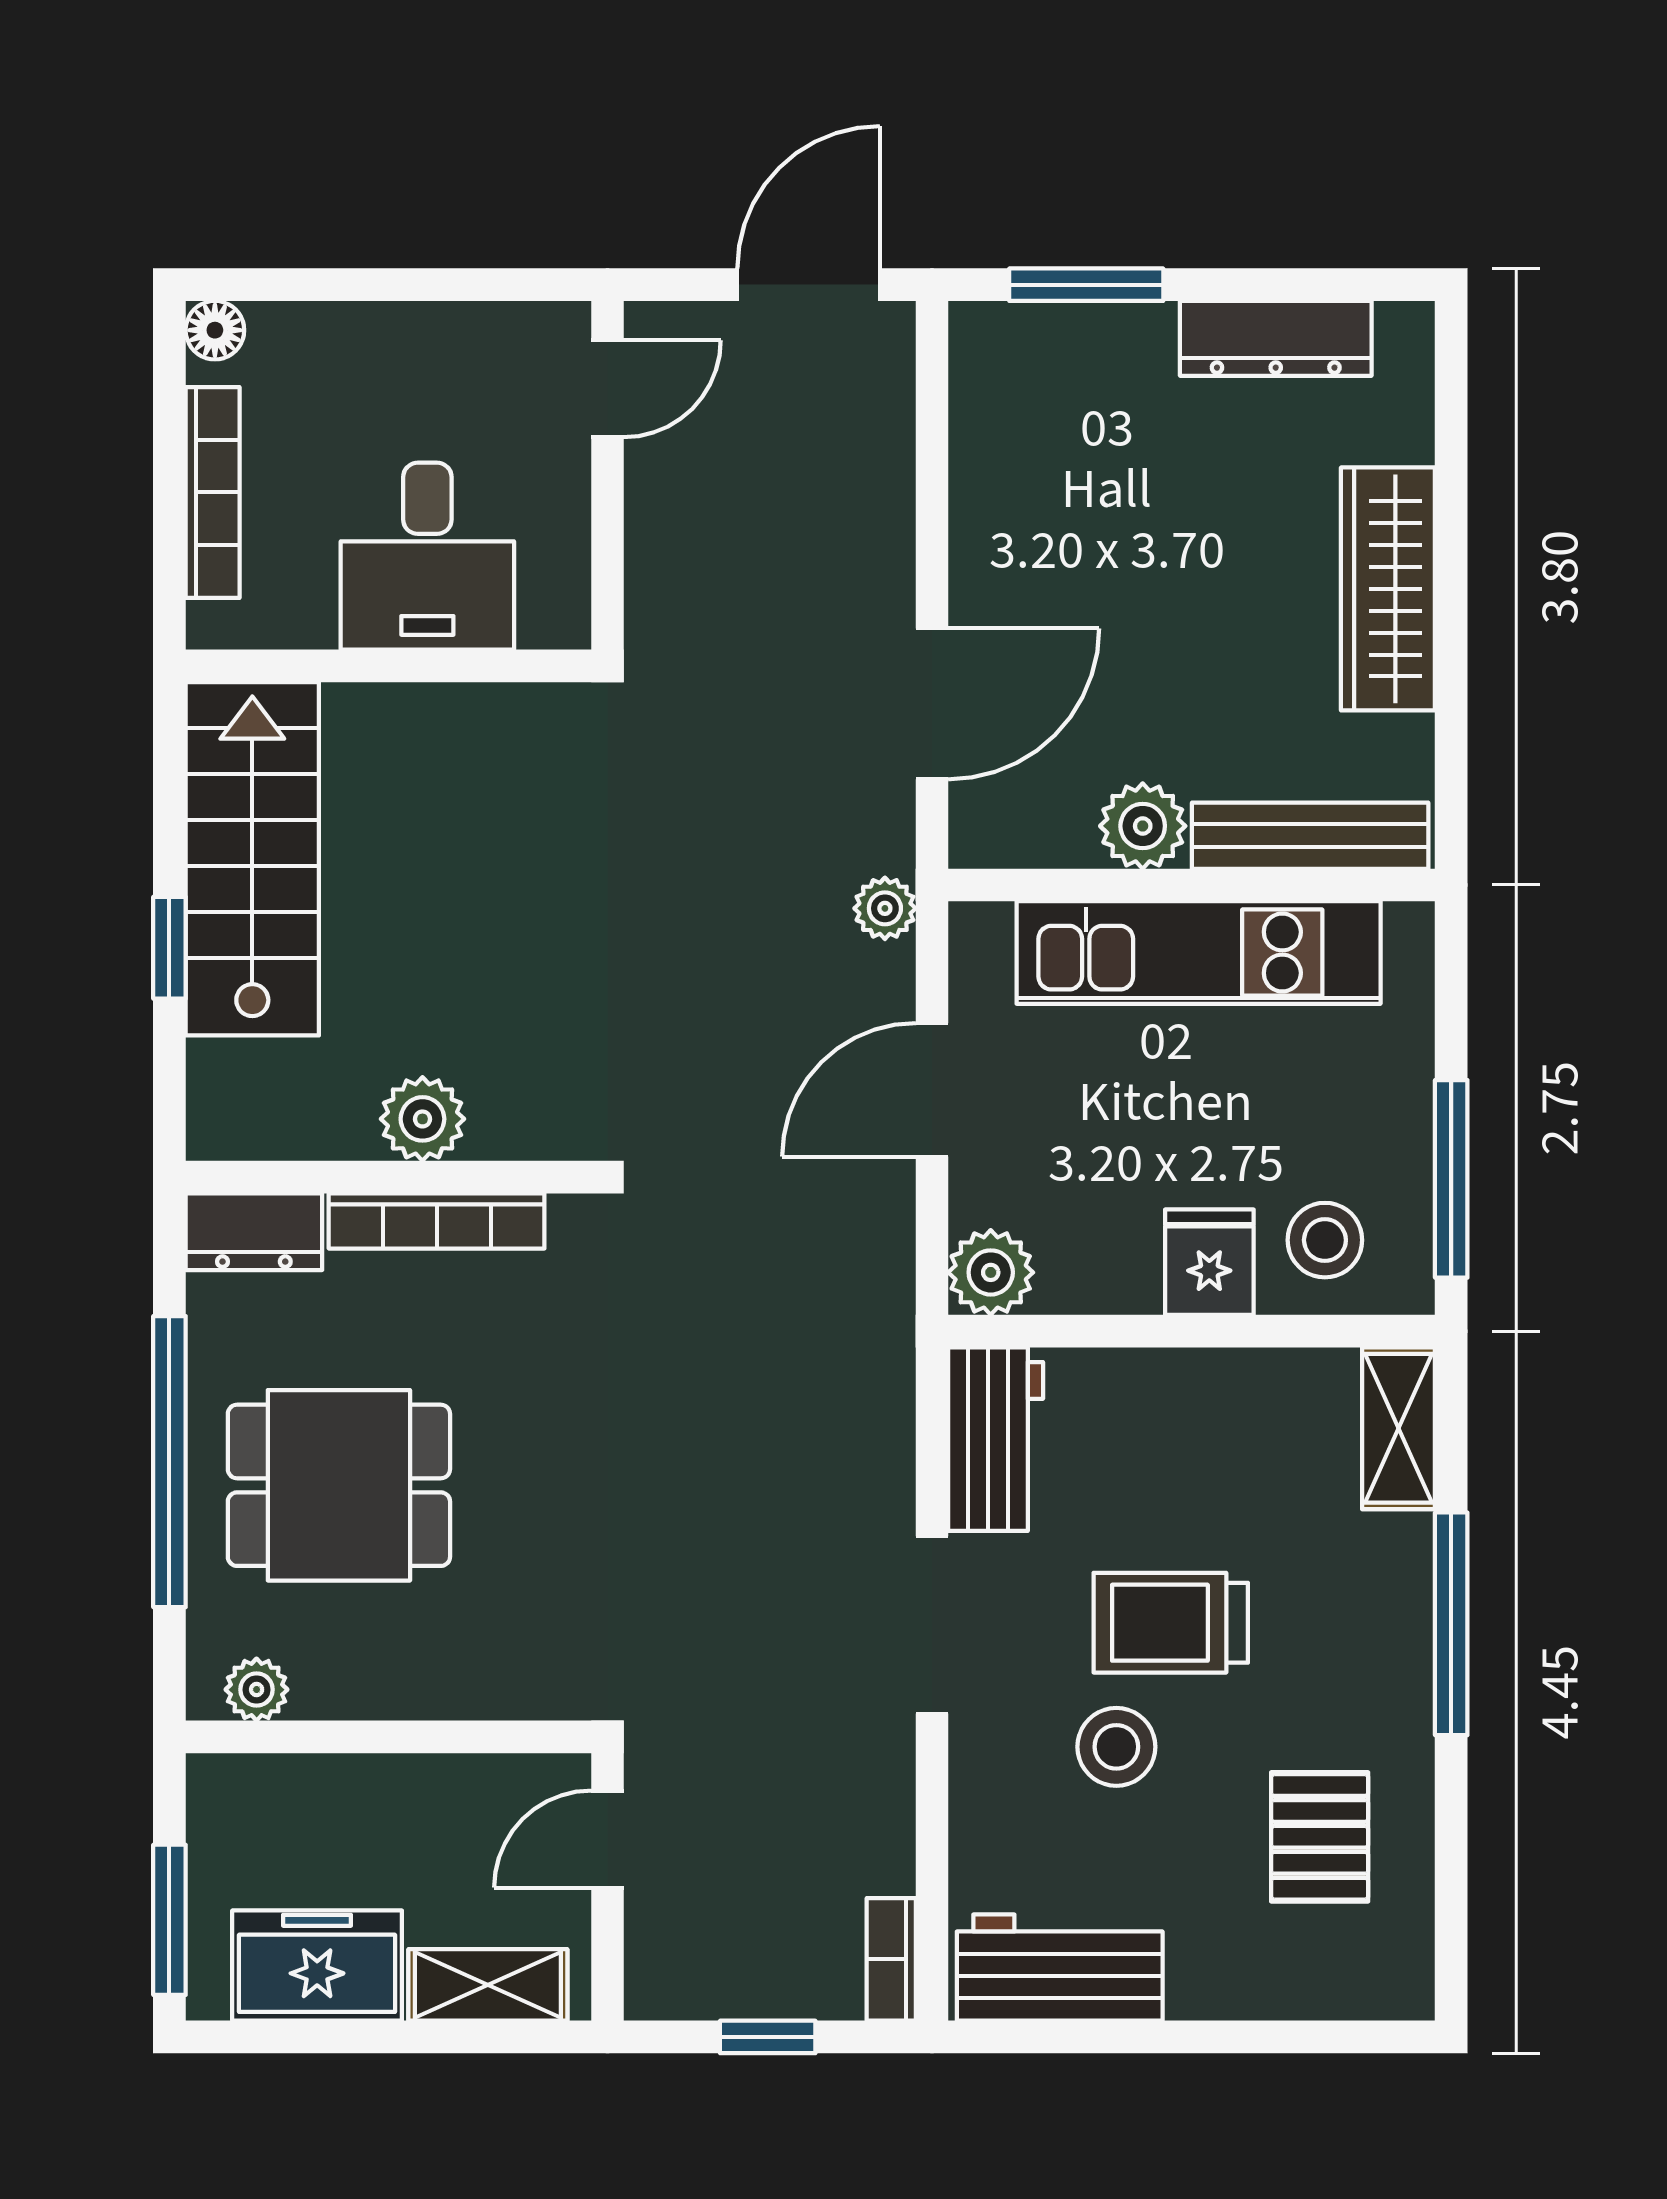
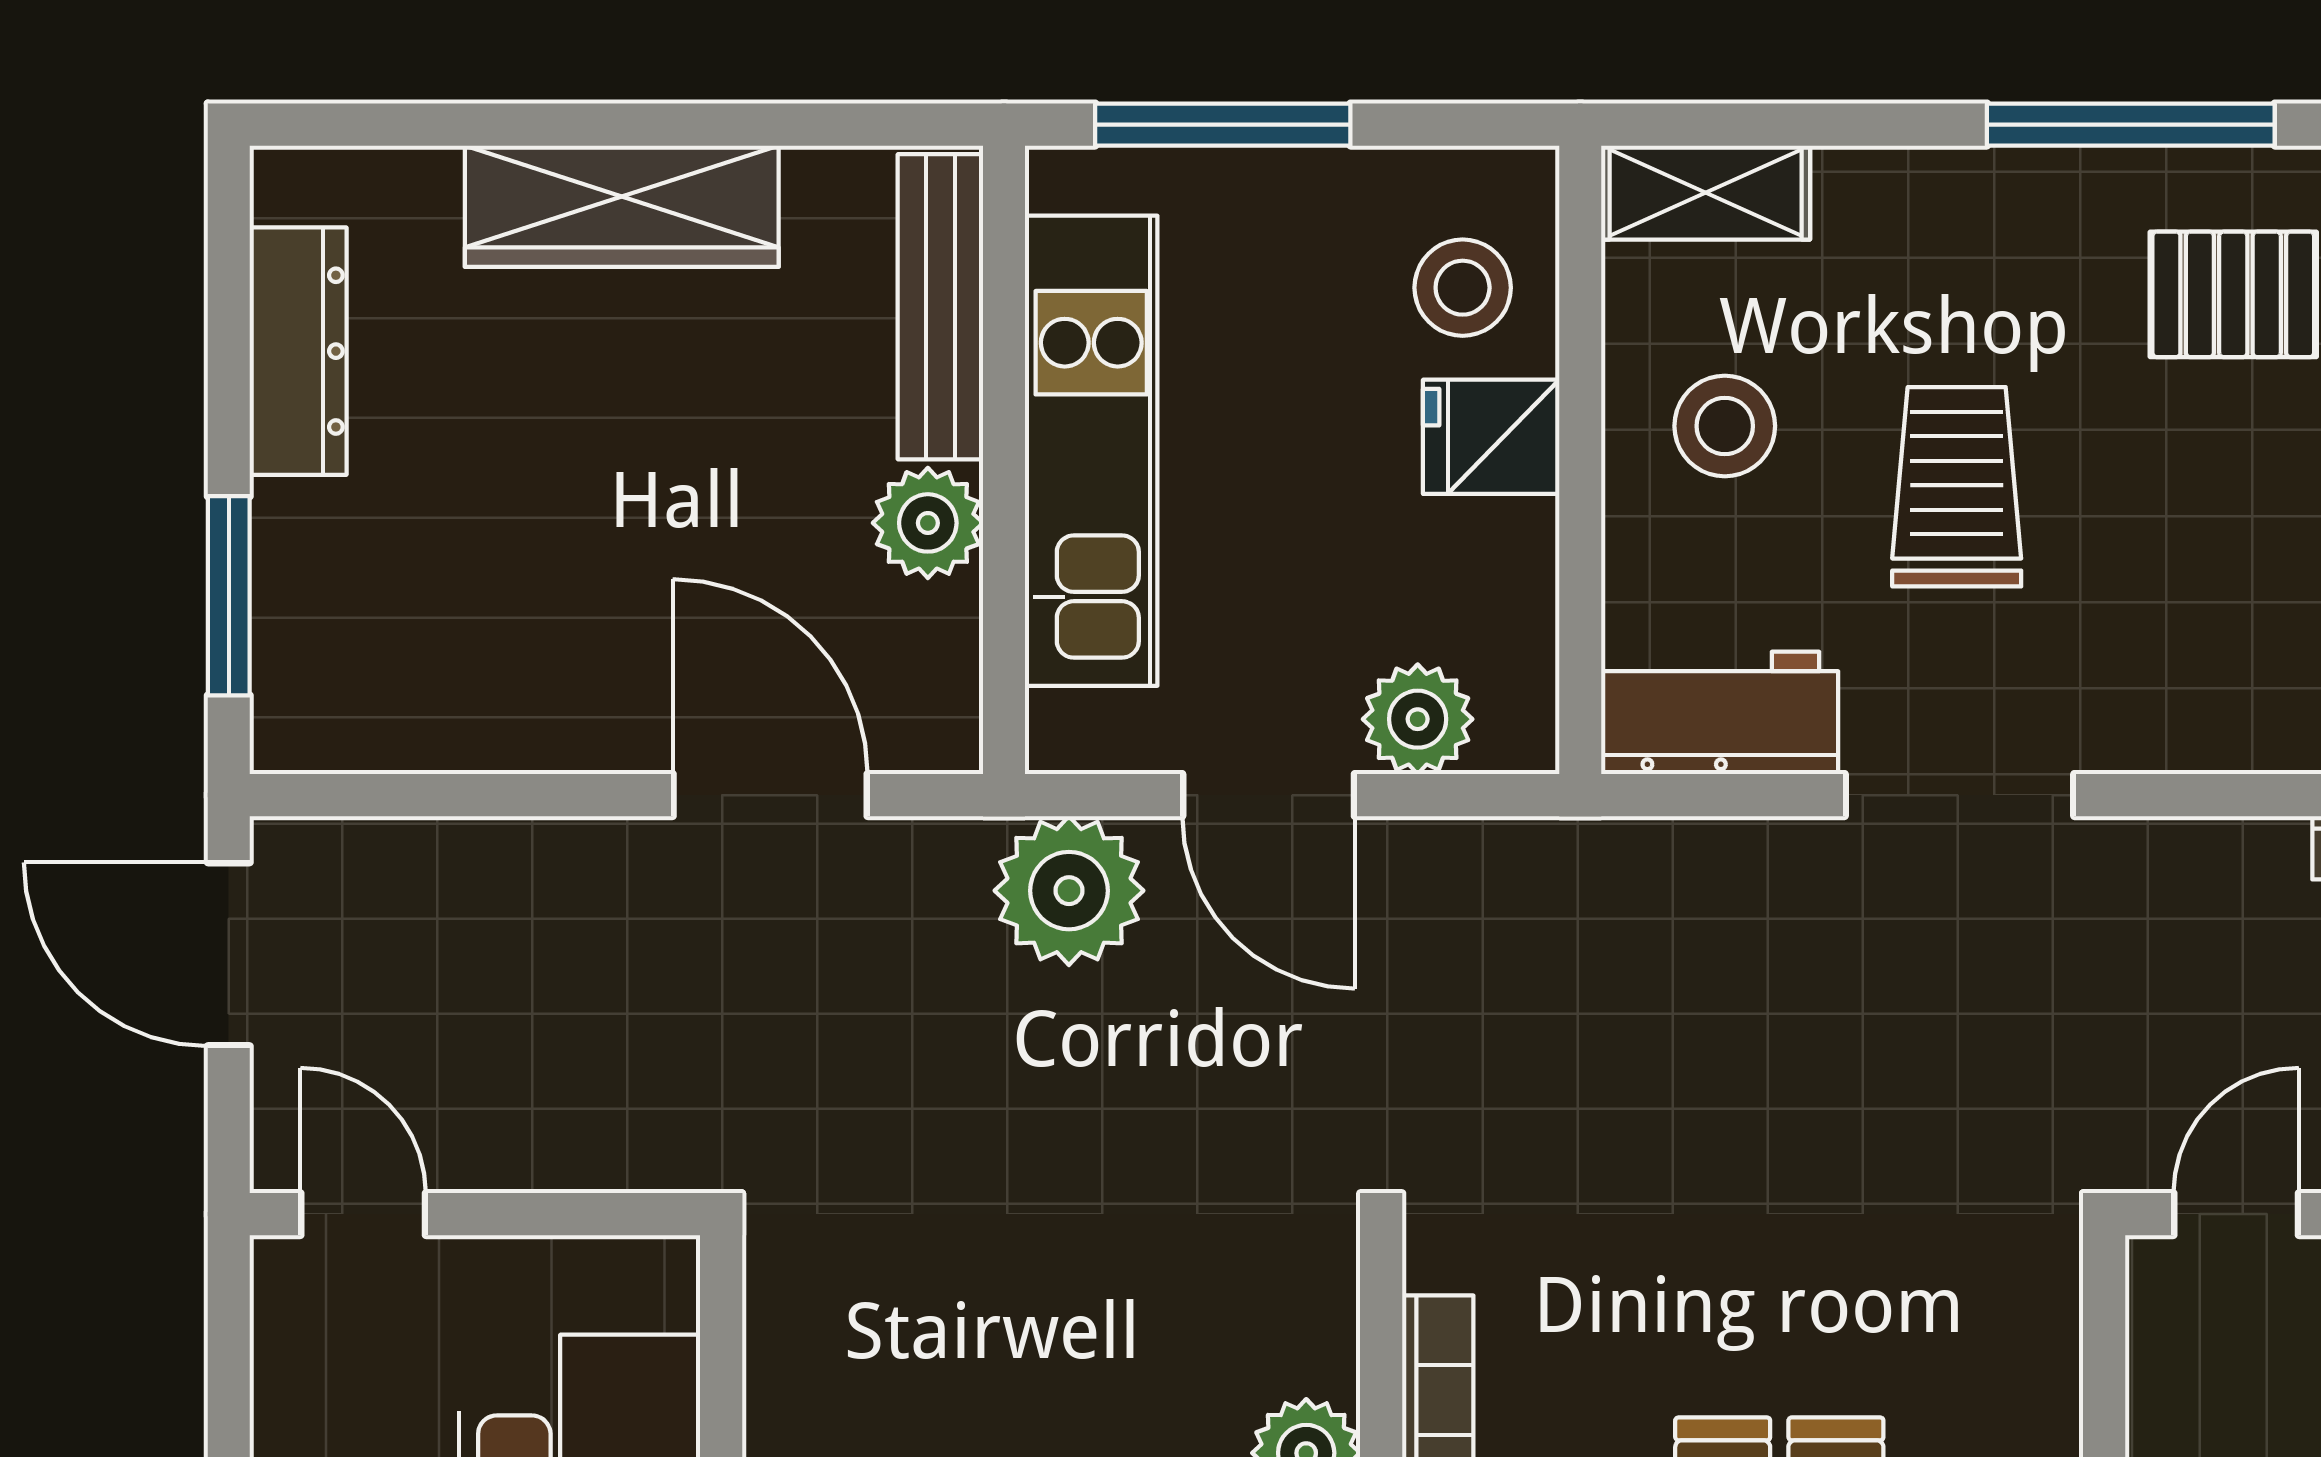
plant: (885, 908) -> (1069, 891), width x1.88, depth x1.88
window: (1451, 1179) -> (1223, 125), moved
plant: (991, 1272) -> (1418, 719), moved
trolley: (1171, 1623) -> (1957, 487), turned 180
window: (1451, 1624) -> (2131, 125), moved
stool: (1116, 1747) -> (1725, 426), moved
door: (607, 1839) -> (2236, 1214), swing flipped

